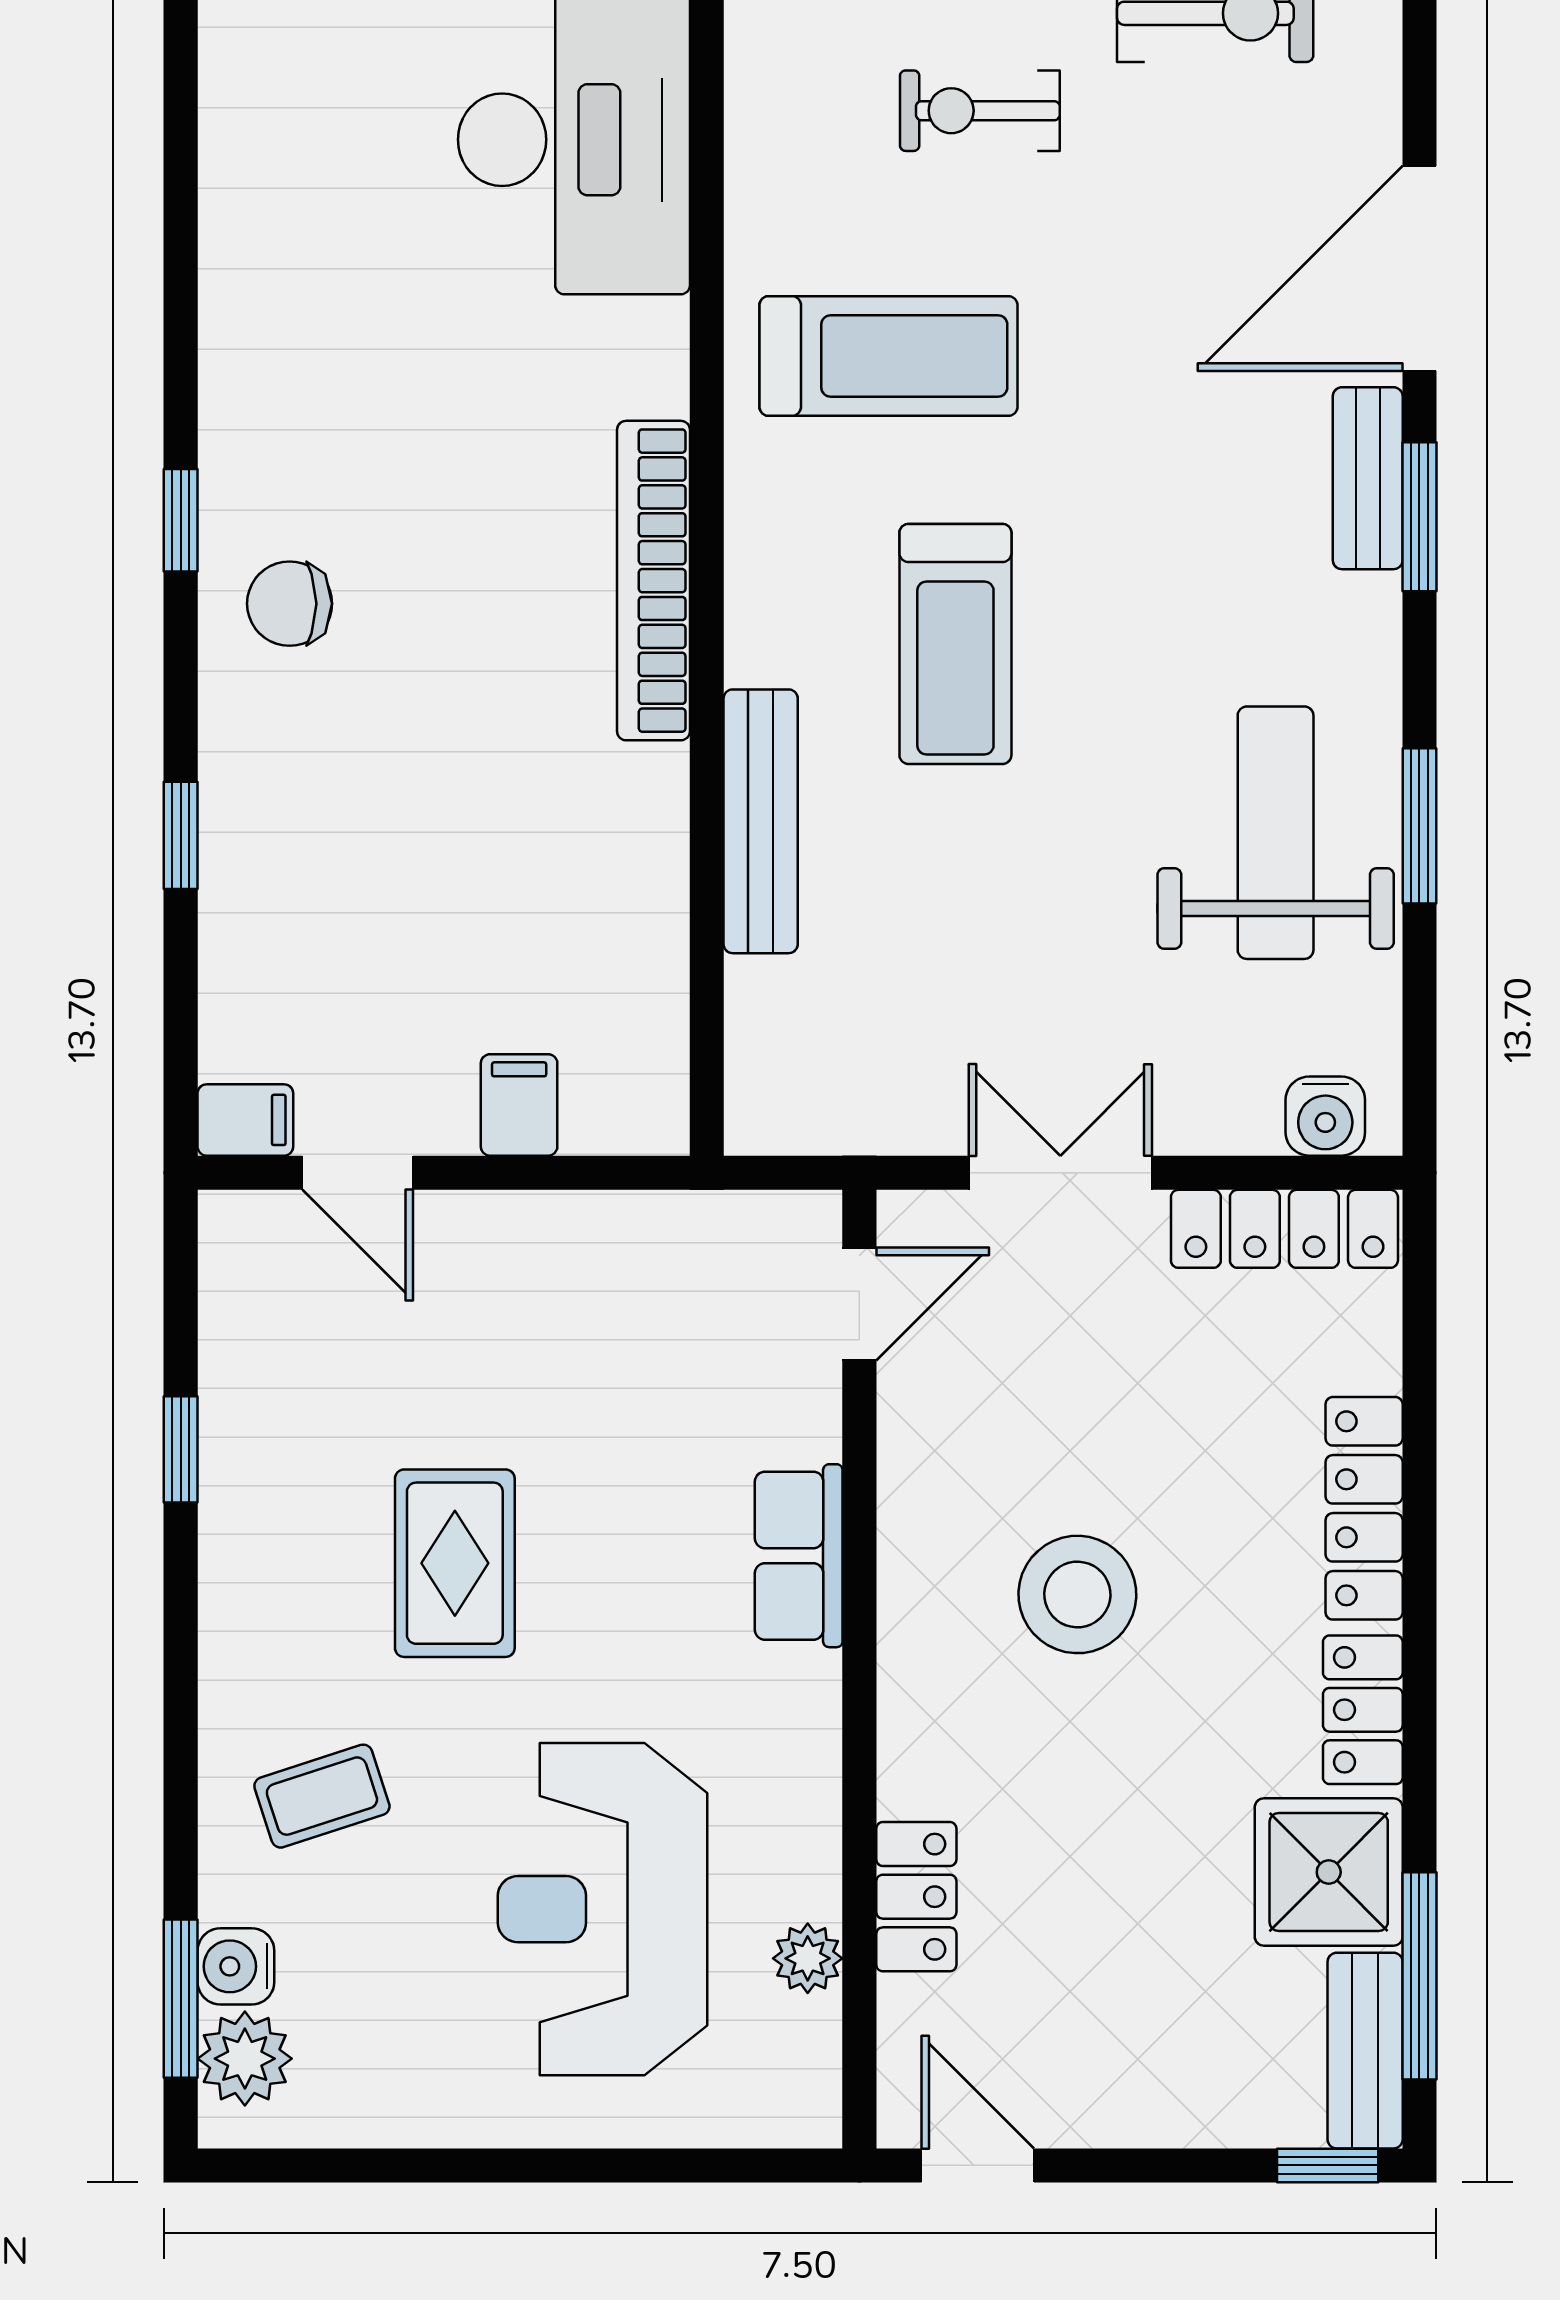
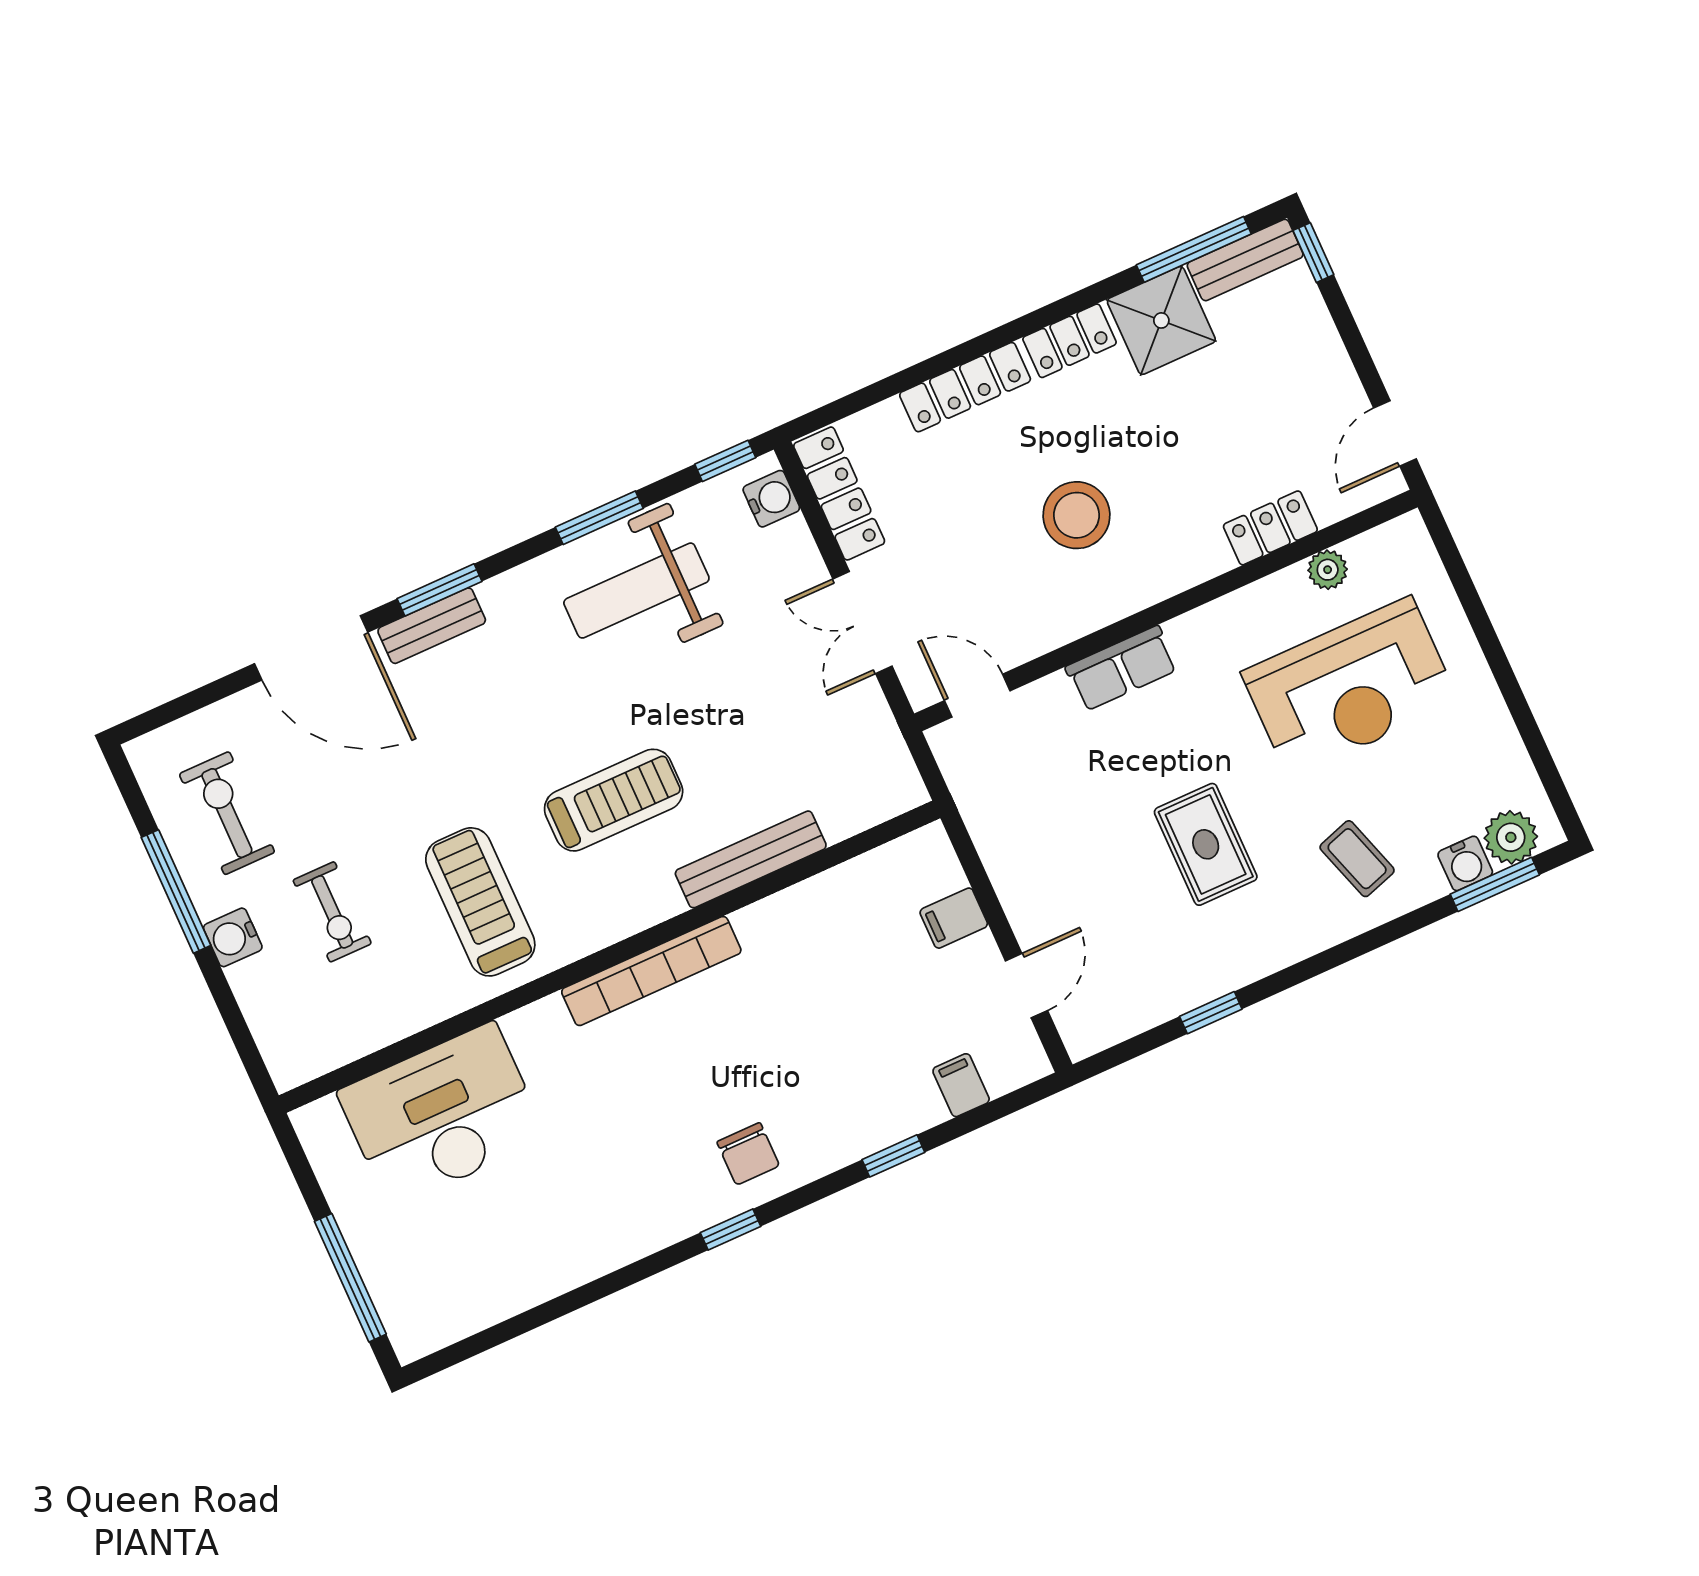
window: (1419, 1070) -> (725, 461), added
filing cabinet: (245, 1120) -> (961, 1085), moved
rug: (455, 1563) -> (1206, 844), turned 90

